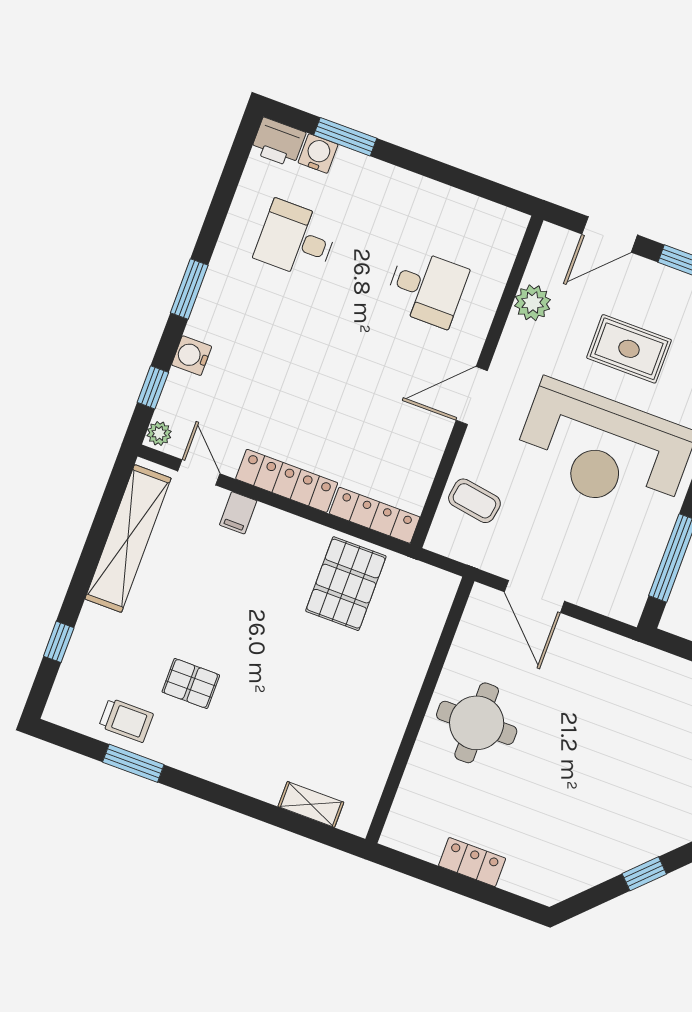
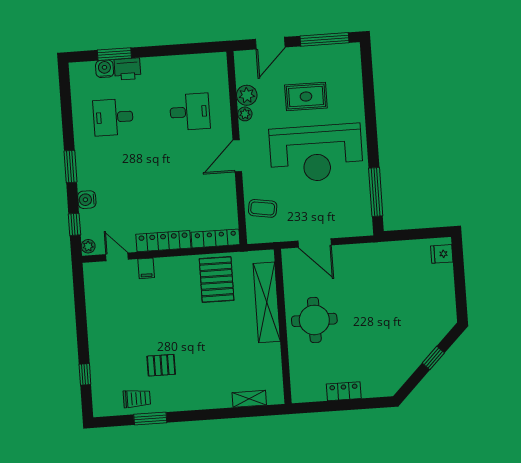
printer: (278, 142) -> (127, 69), moved
plant: (516, 332) -> (245, 114), added
shelving: (128, 539) -> (267, 302), moved

